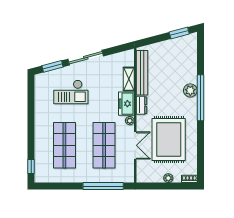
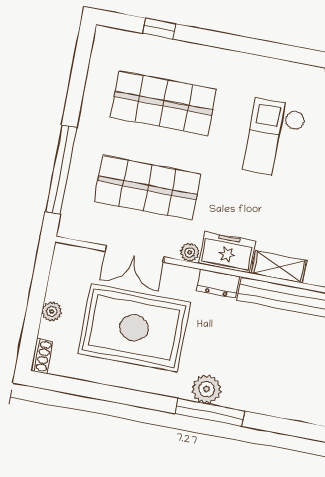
plant: (190, 90) -> (206, 389), moved
window: (200, 98) -> (210, 412), width x0.68
window: (31, 166) -> (159, 29), moved

